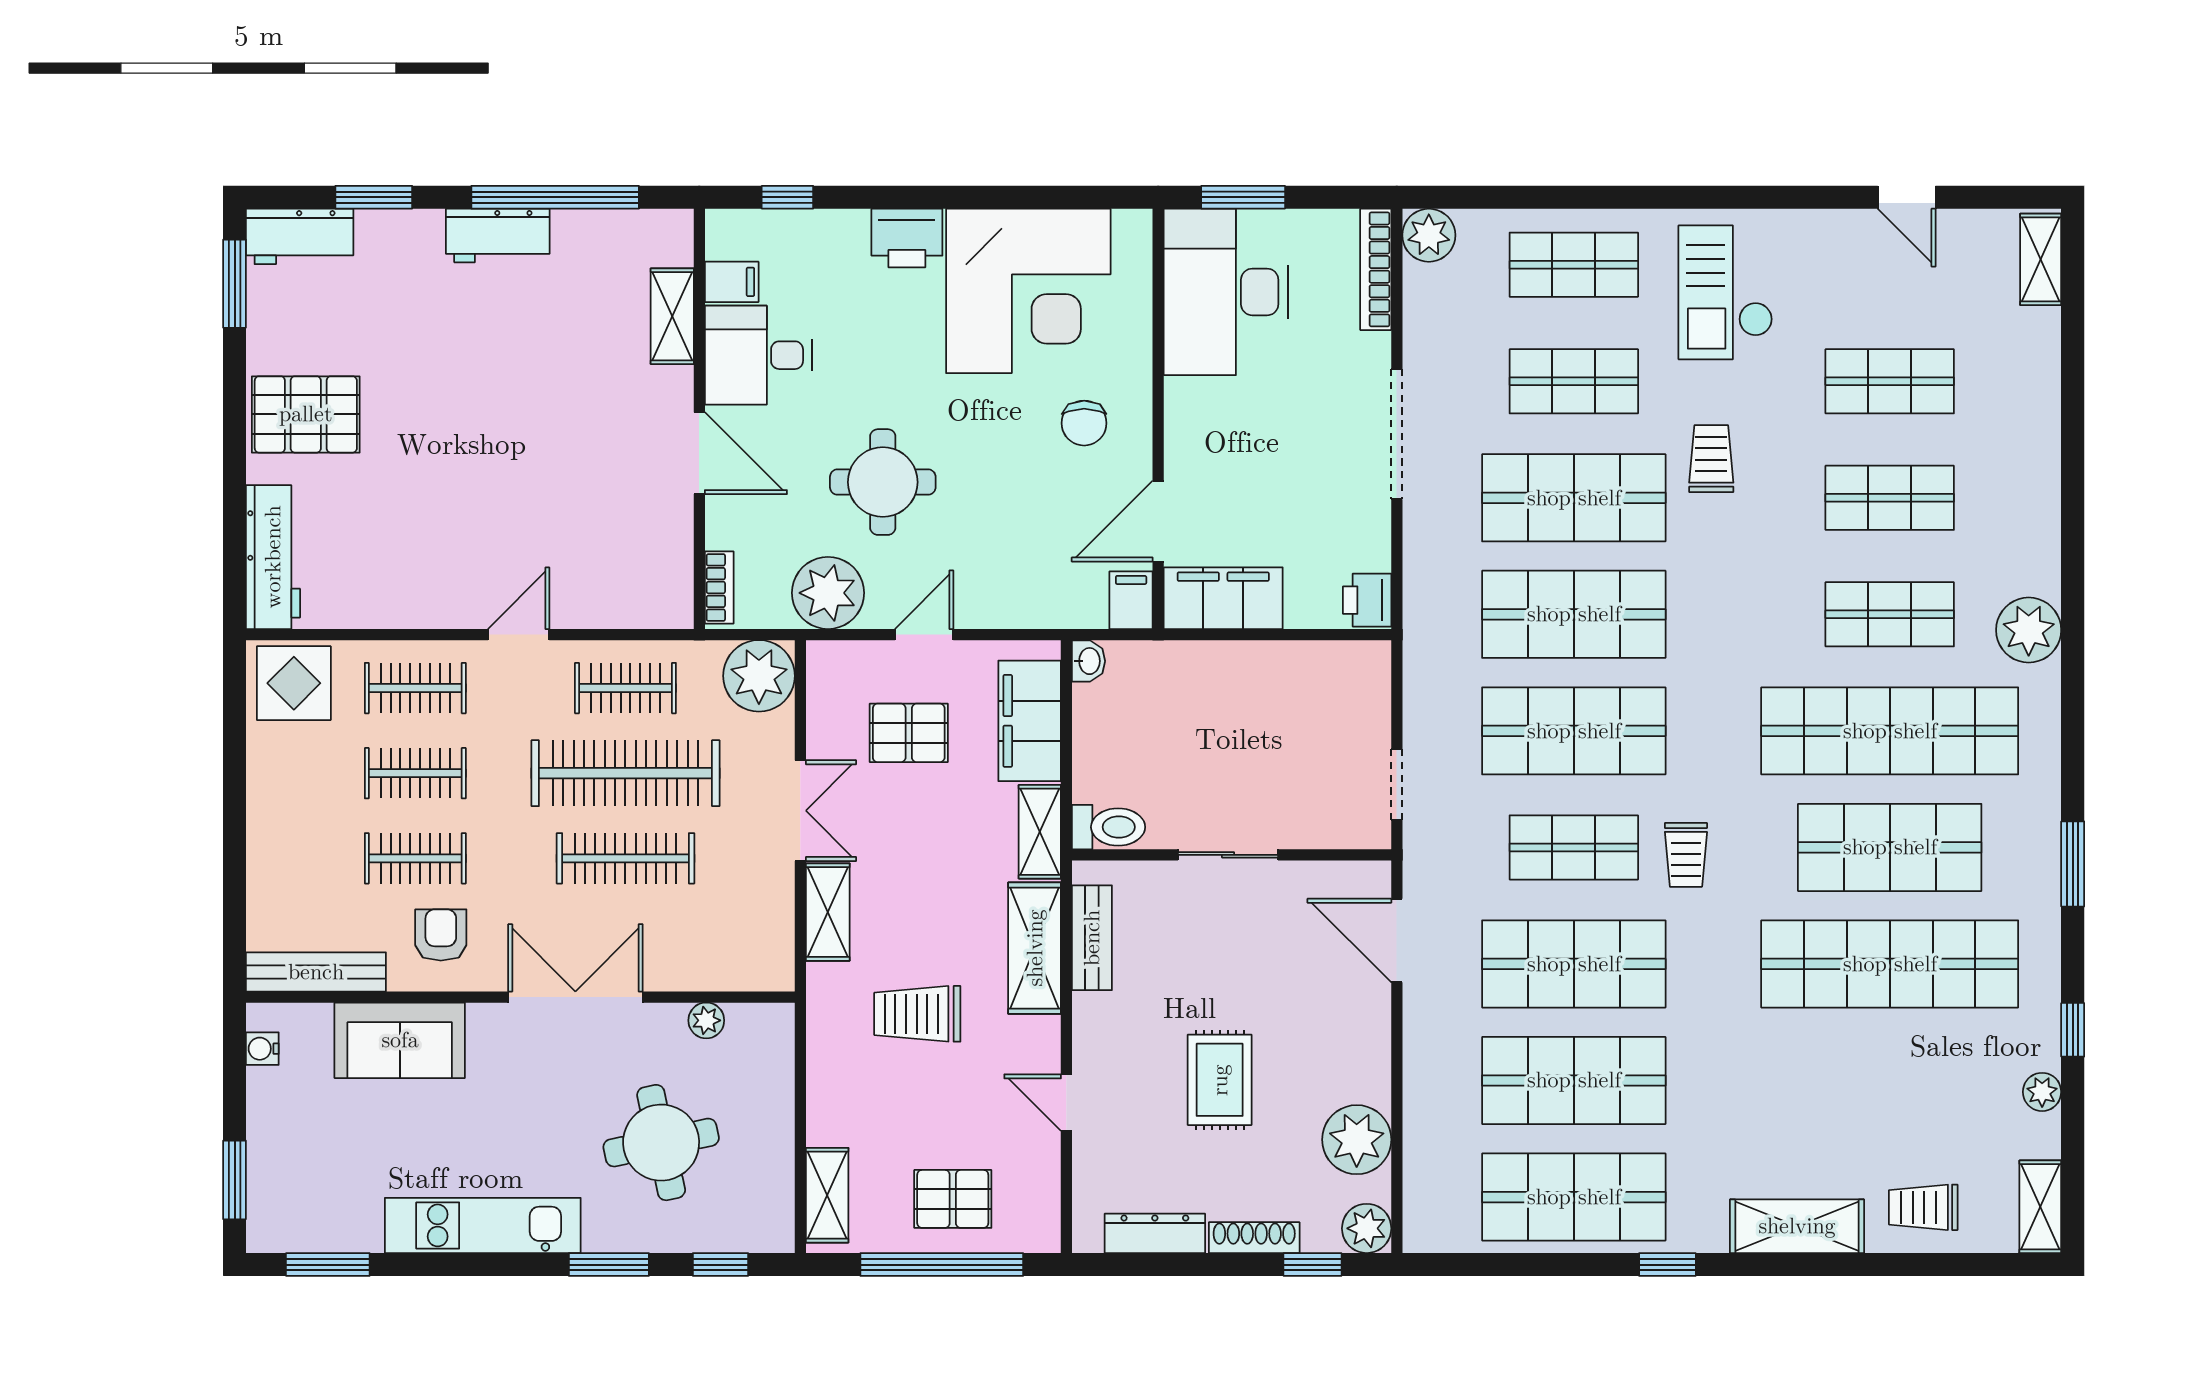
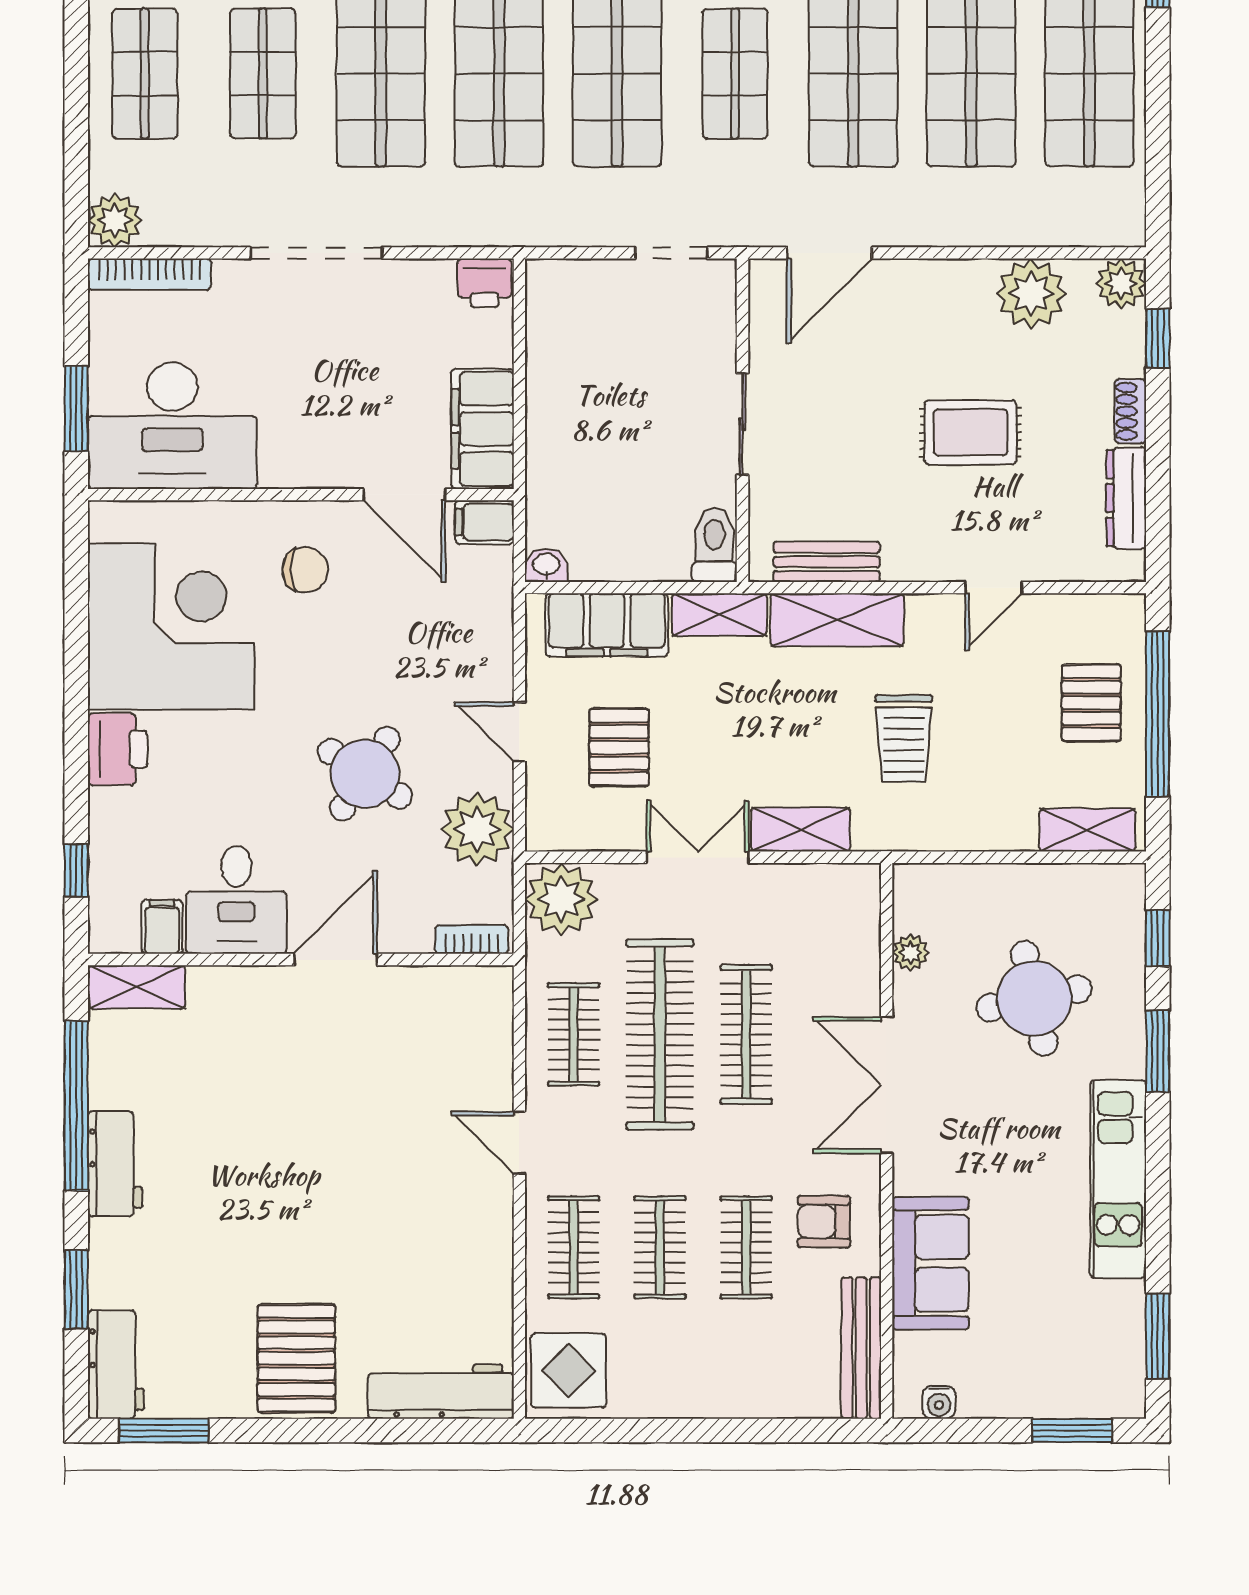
shelving: (672, 316) -> (136, 987), moved
round table: (883, 482) -> (365, 774), turned 33
shoe rack: (1254, 1238) -> (1130, 411), width x0.70

